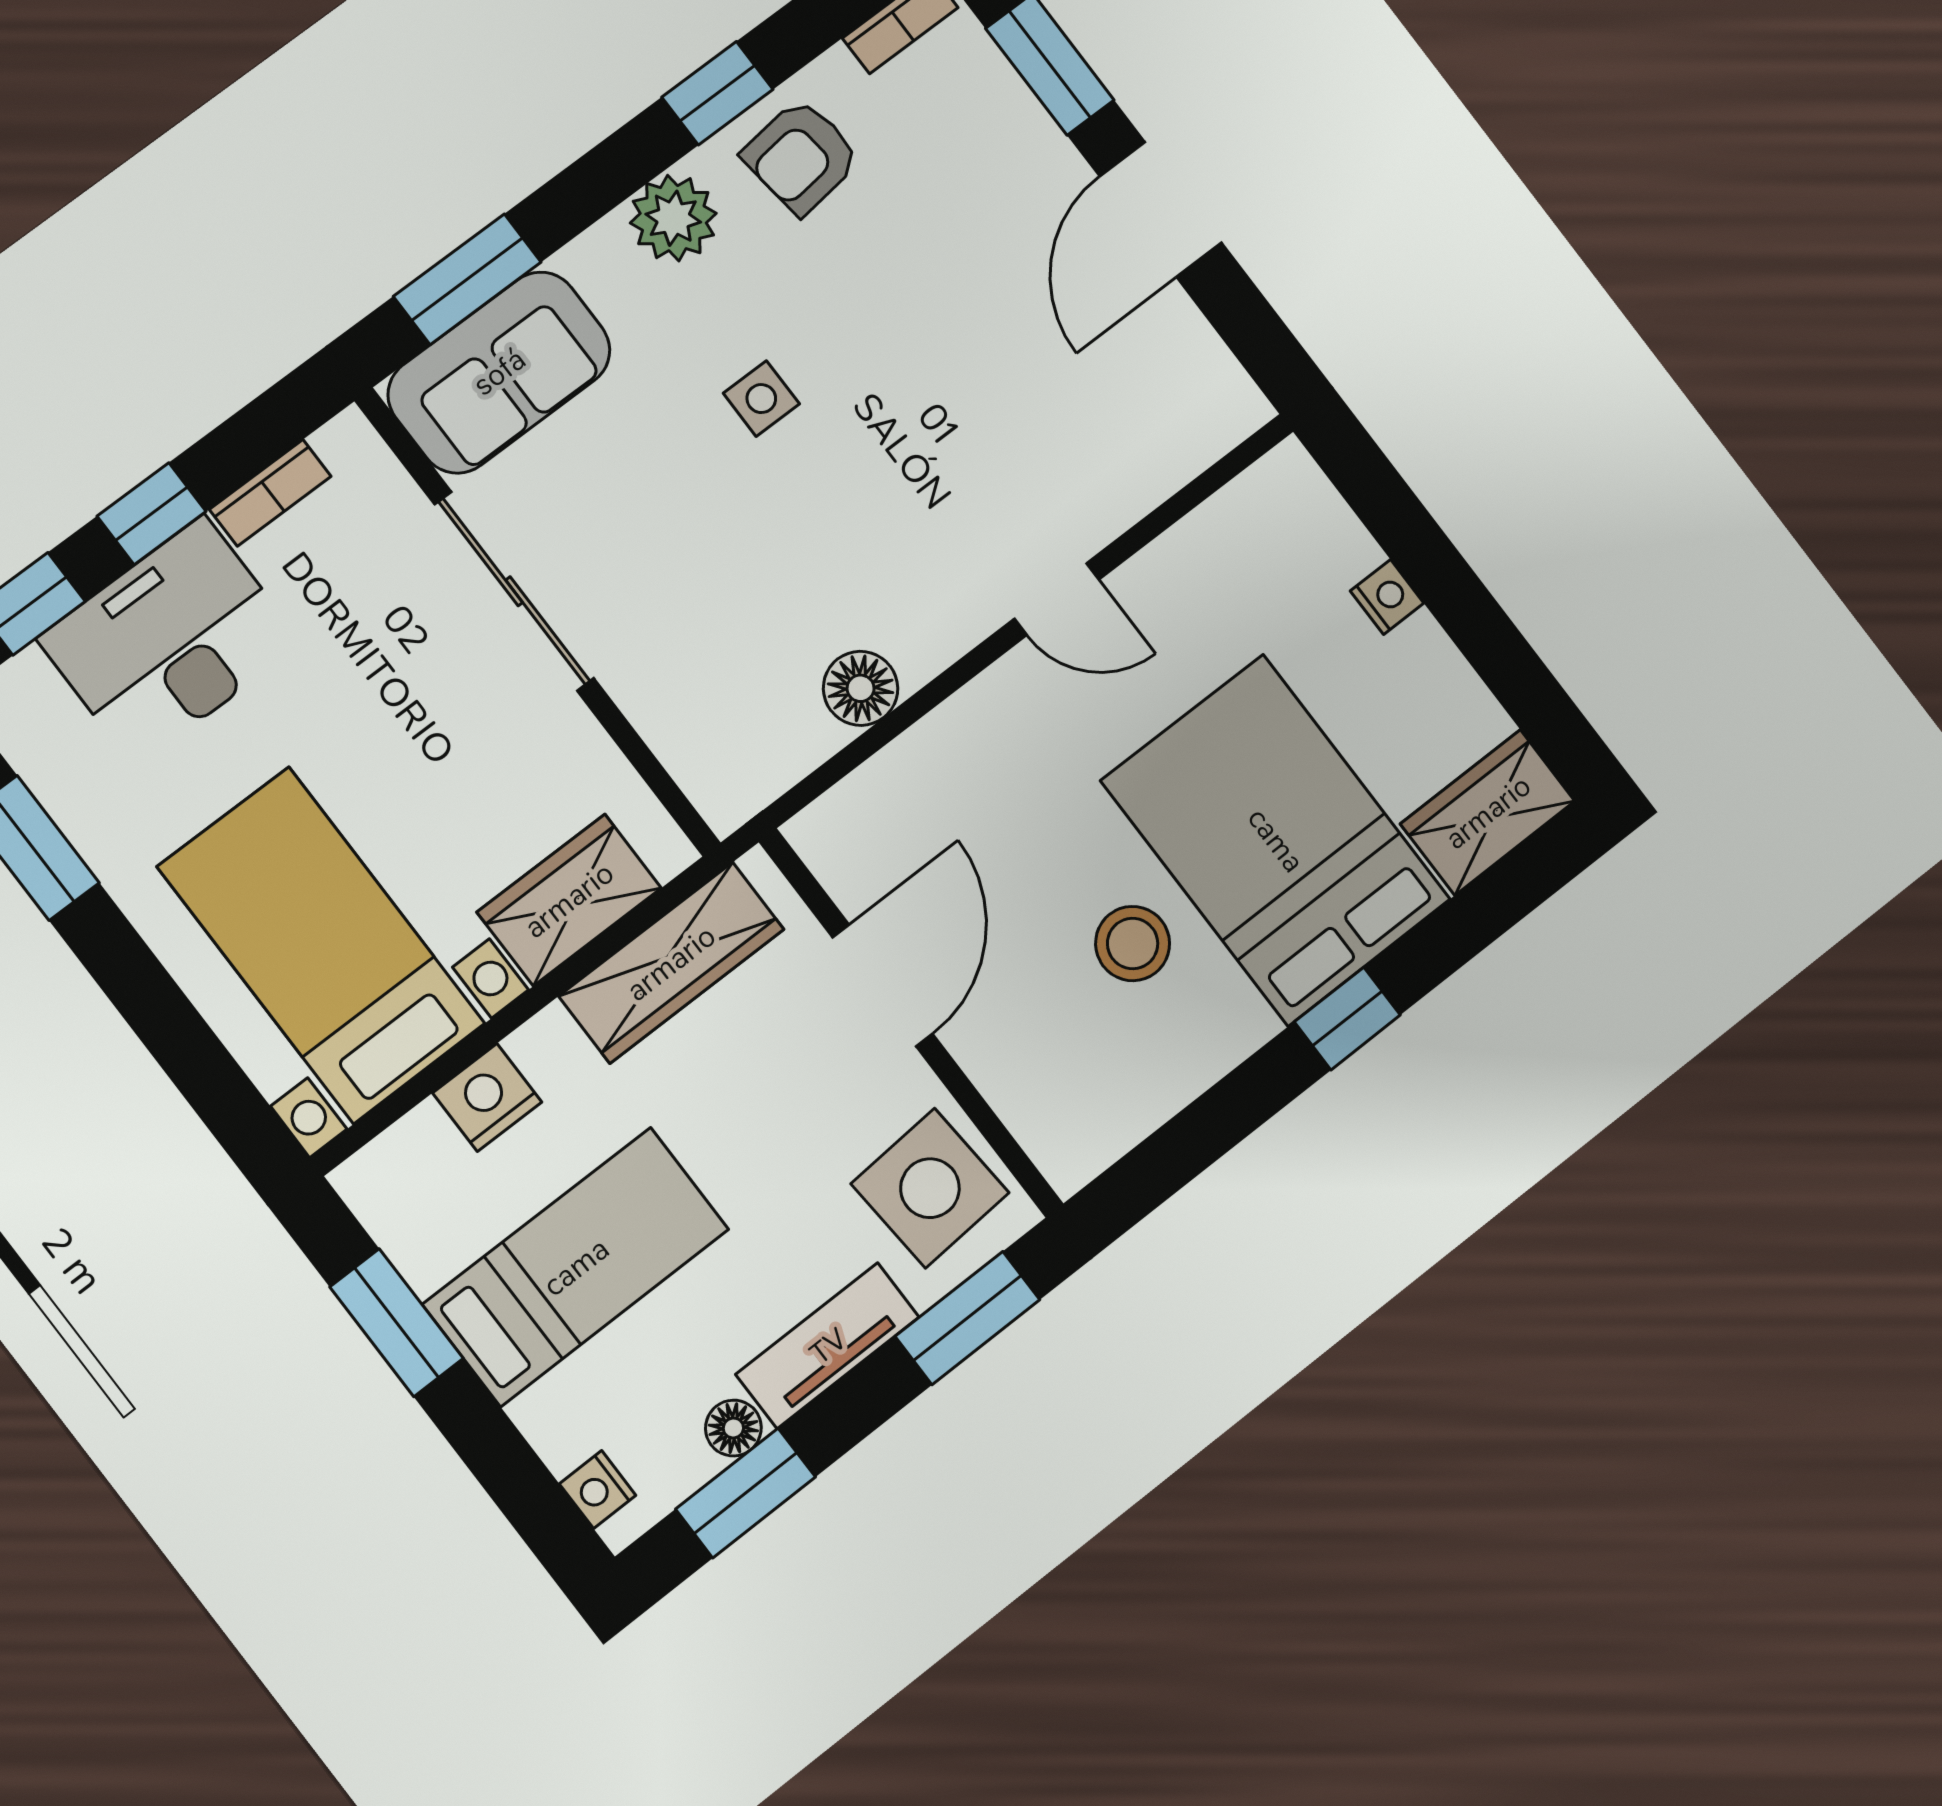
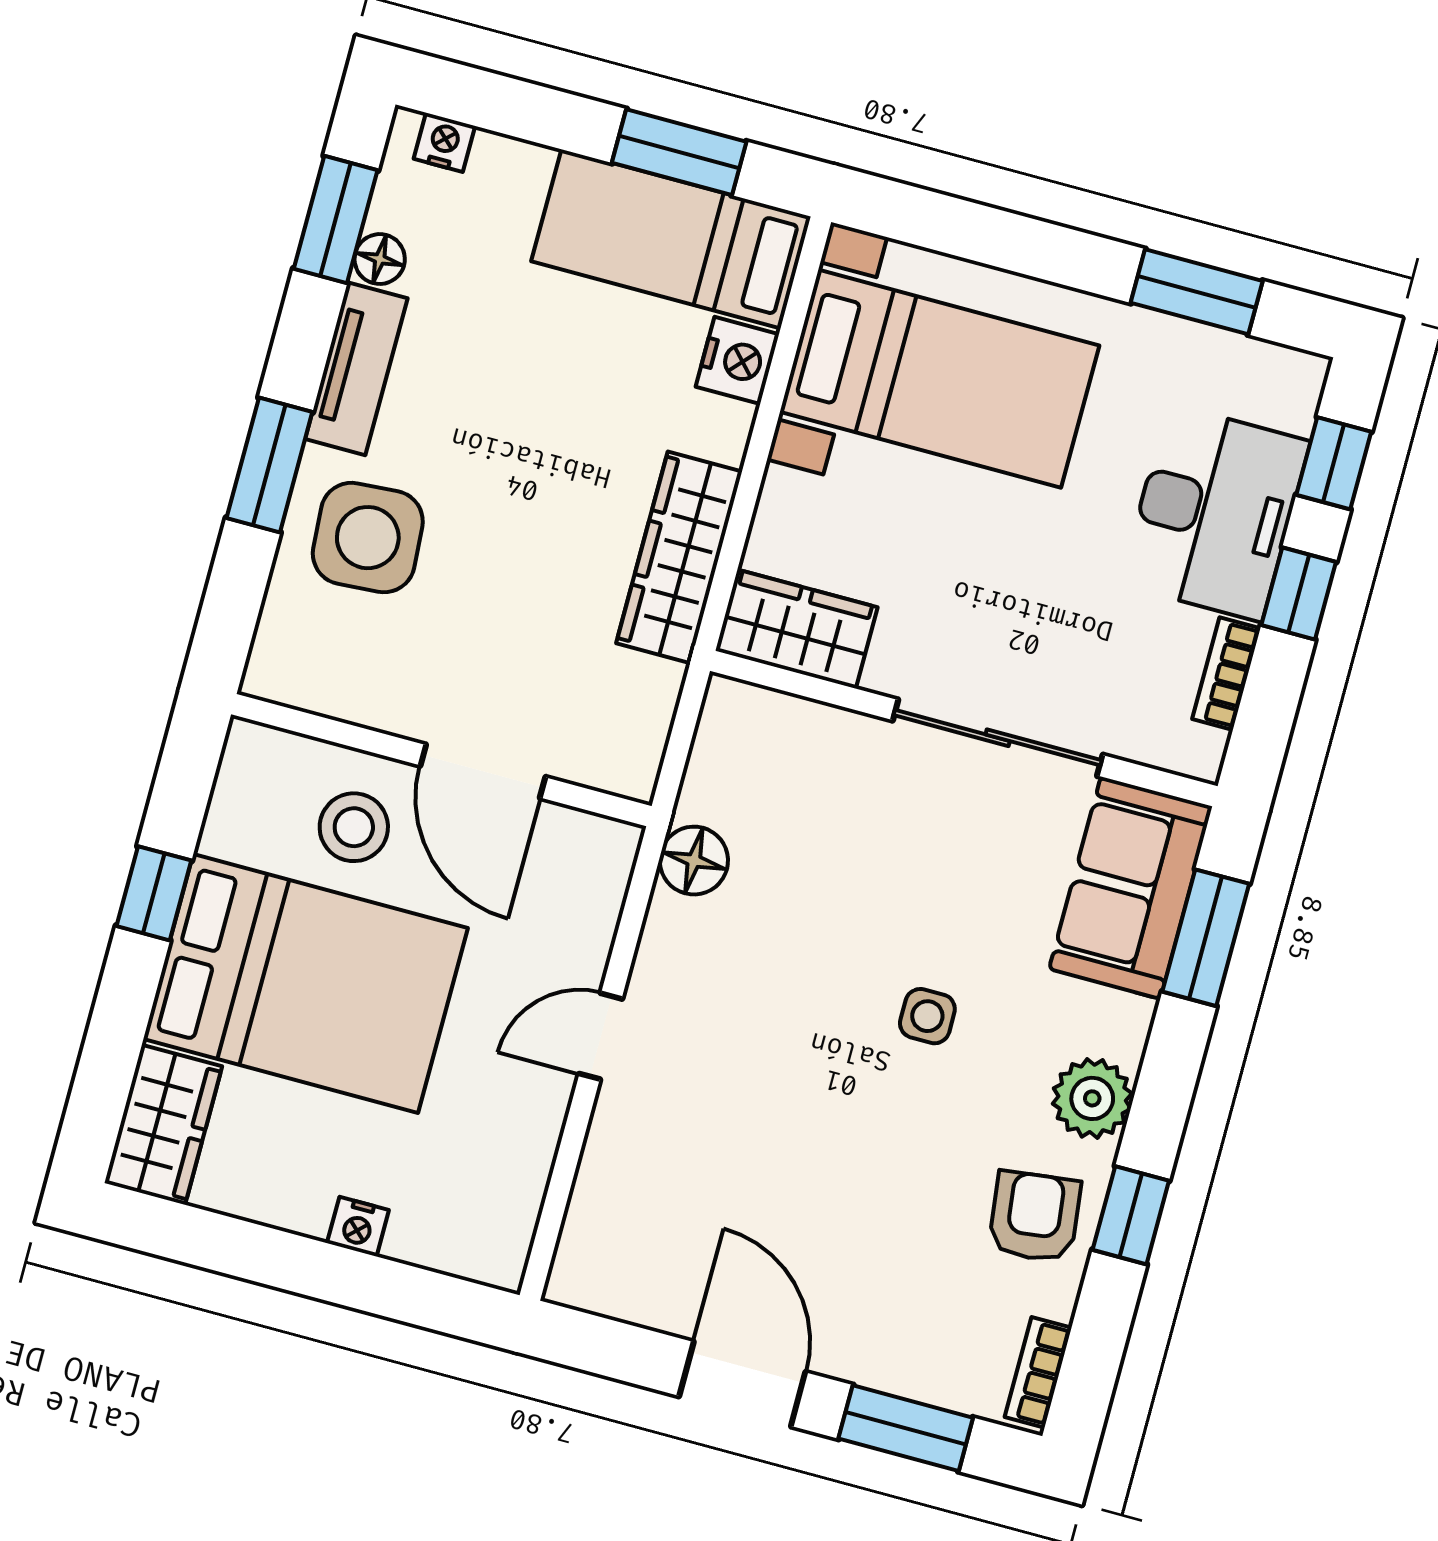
wardrobe: (569, 900) -> (797, 629), moved, turned -90
door: (883, 985) -> (483, 771), moved
wall: (911, 1023) -> (441, 760), moved
bed: (576, 1267) -> (671, 239), moved, turned 90

